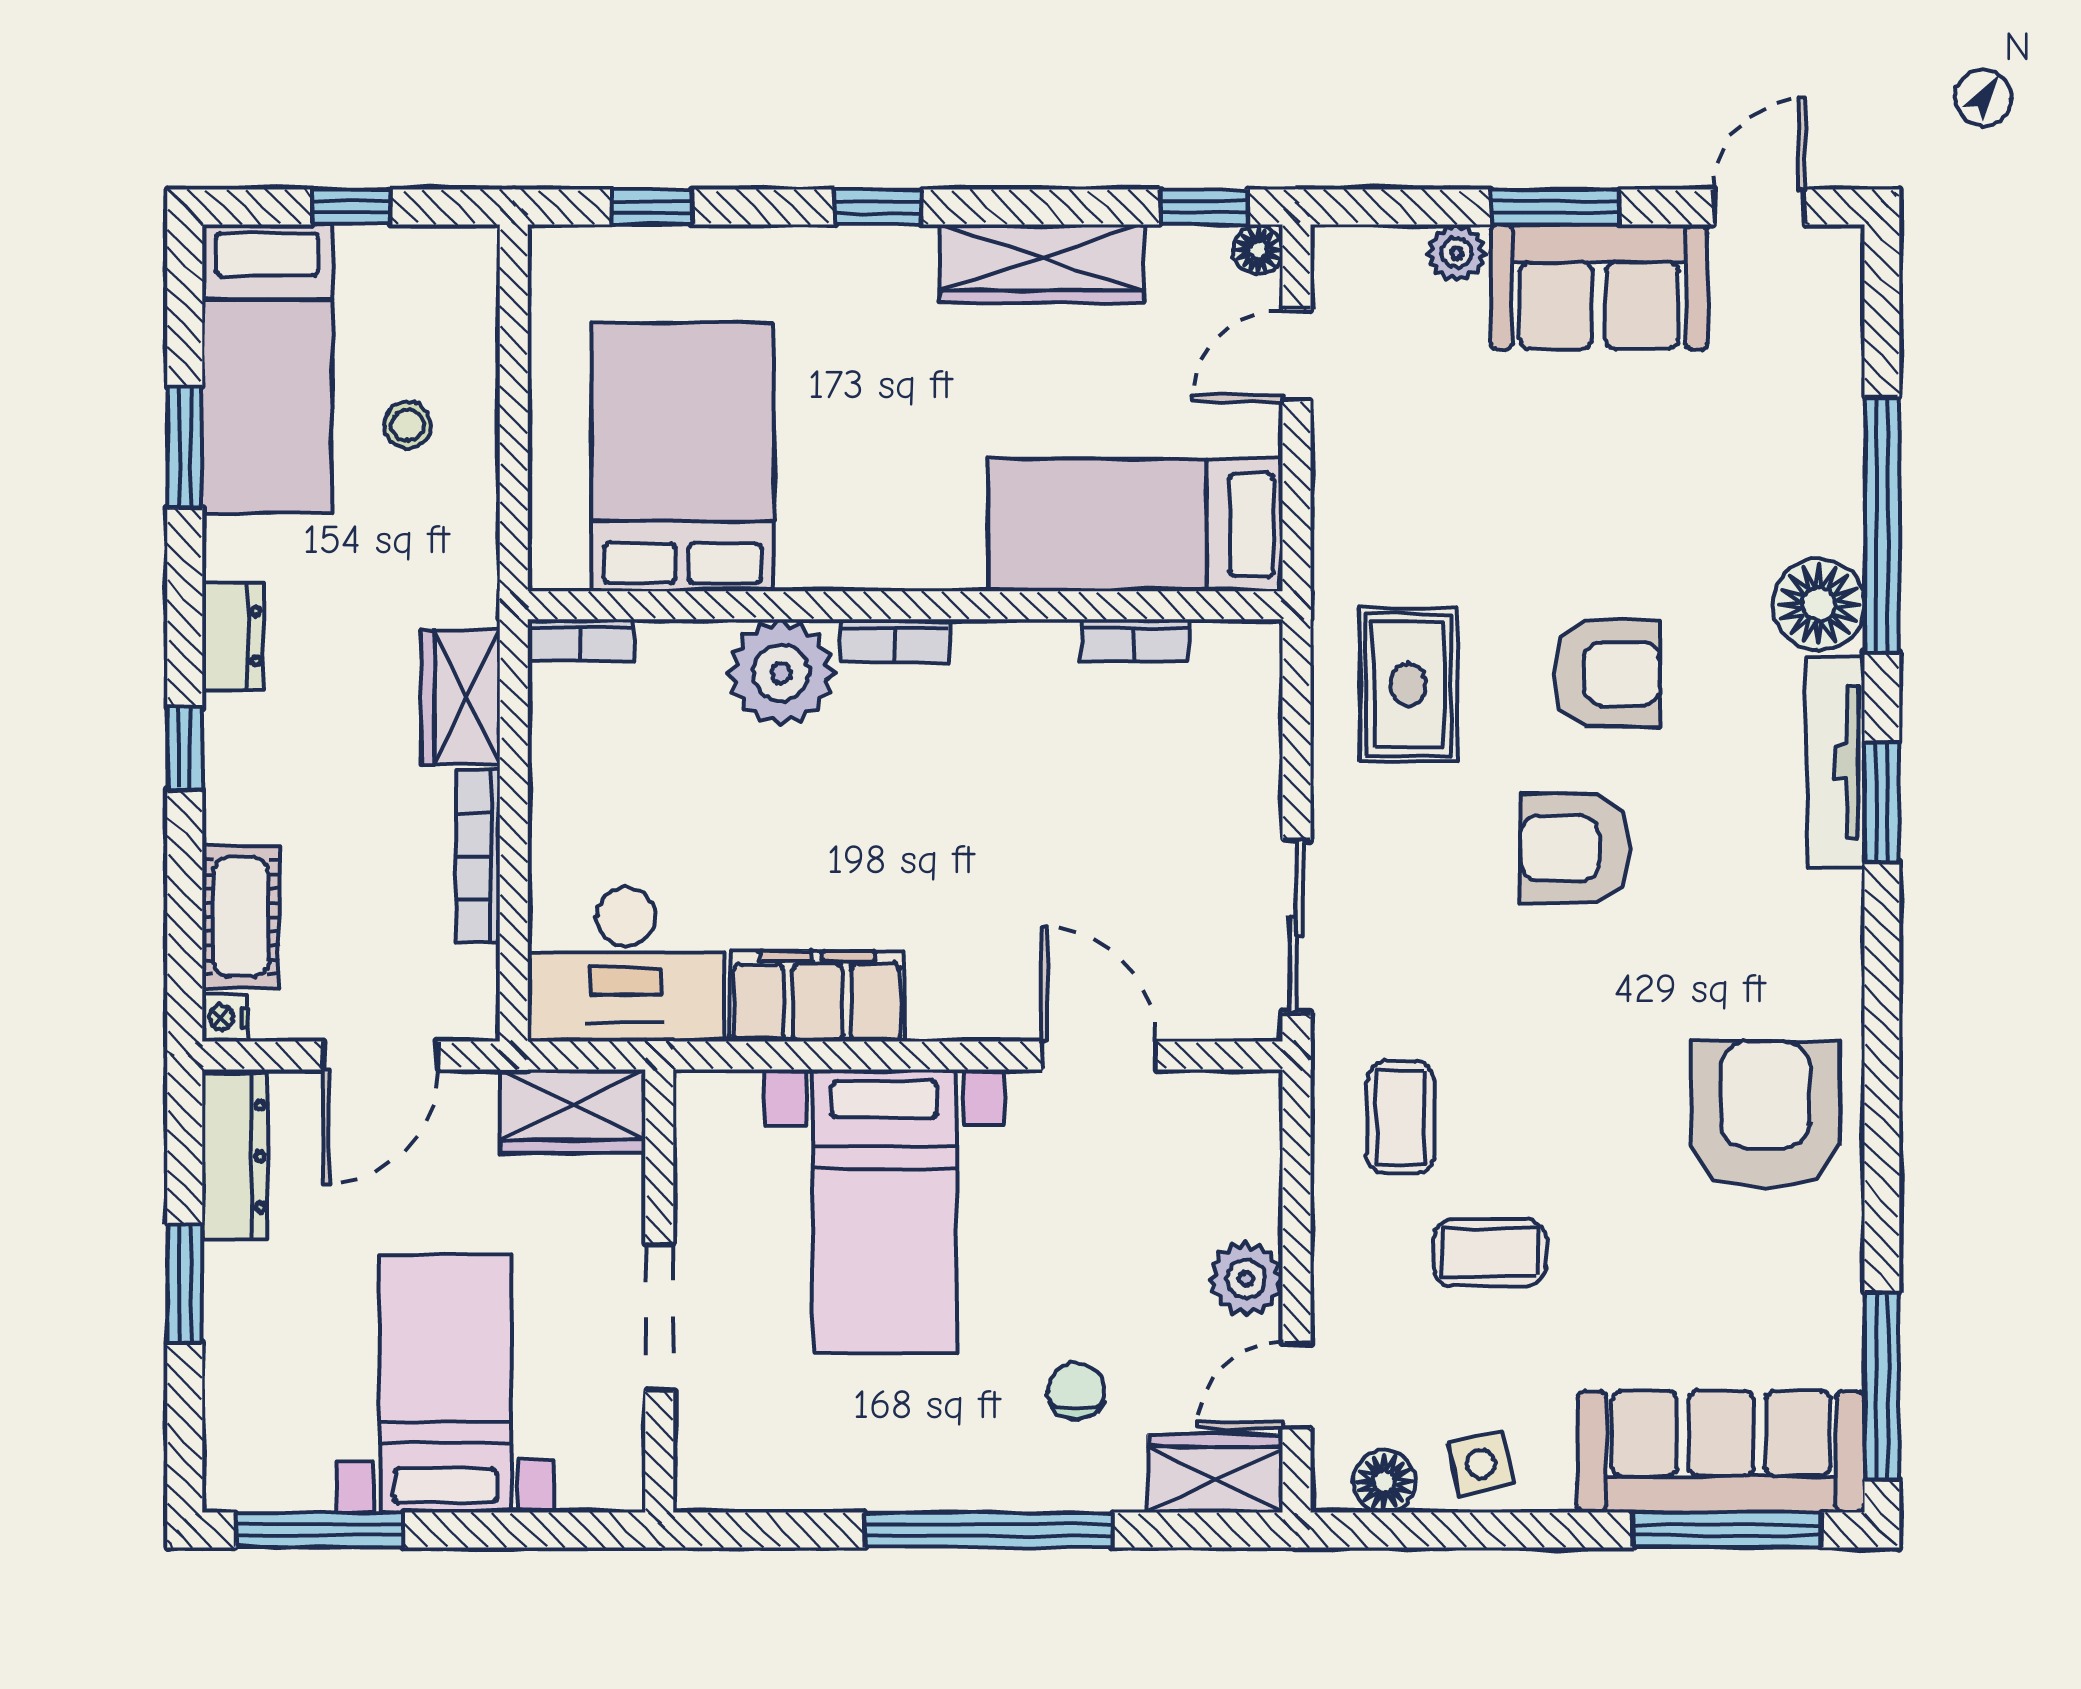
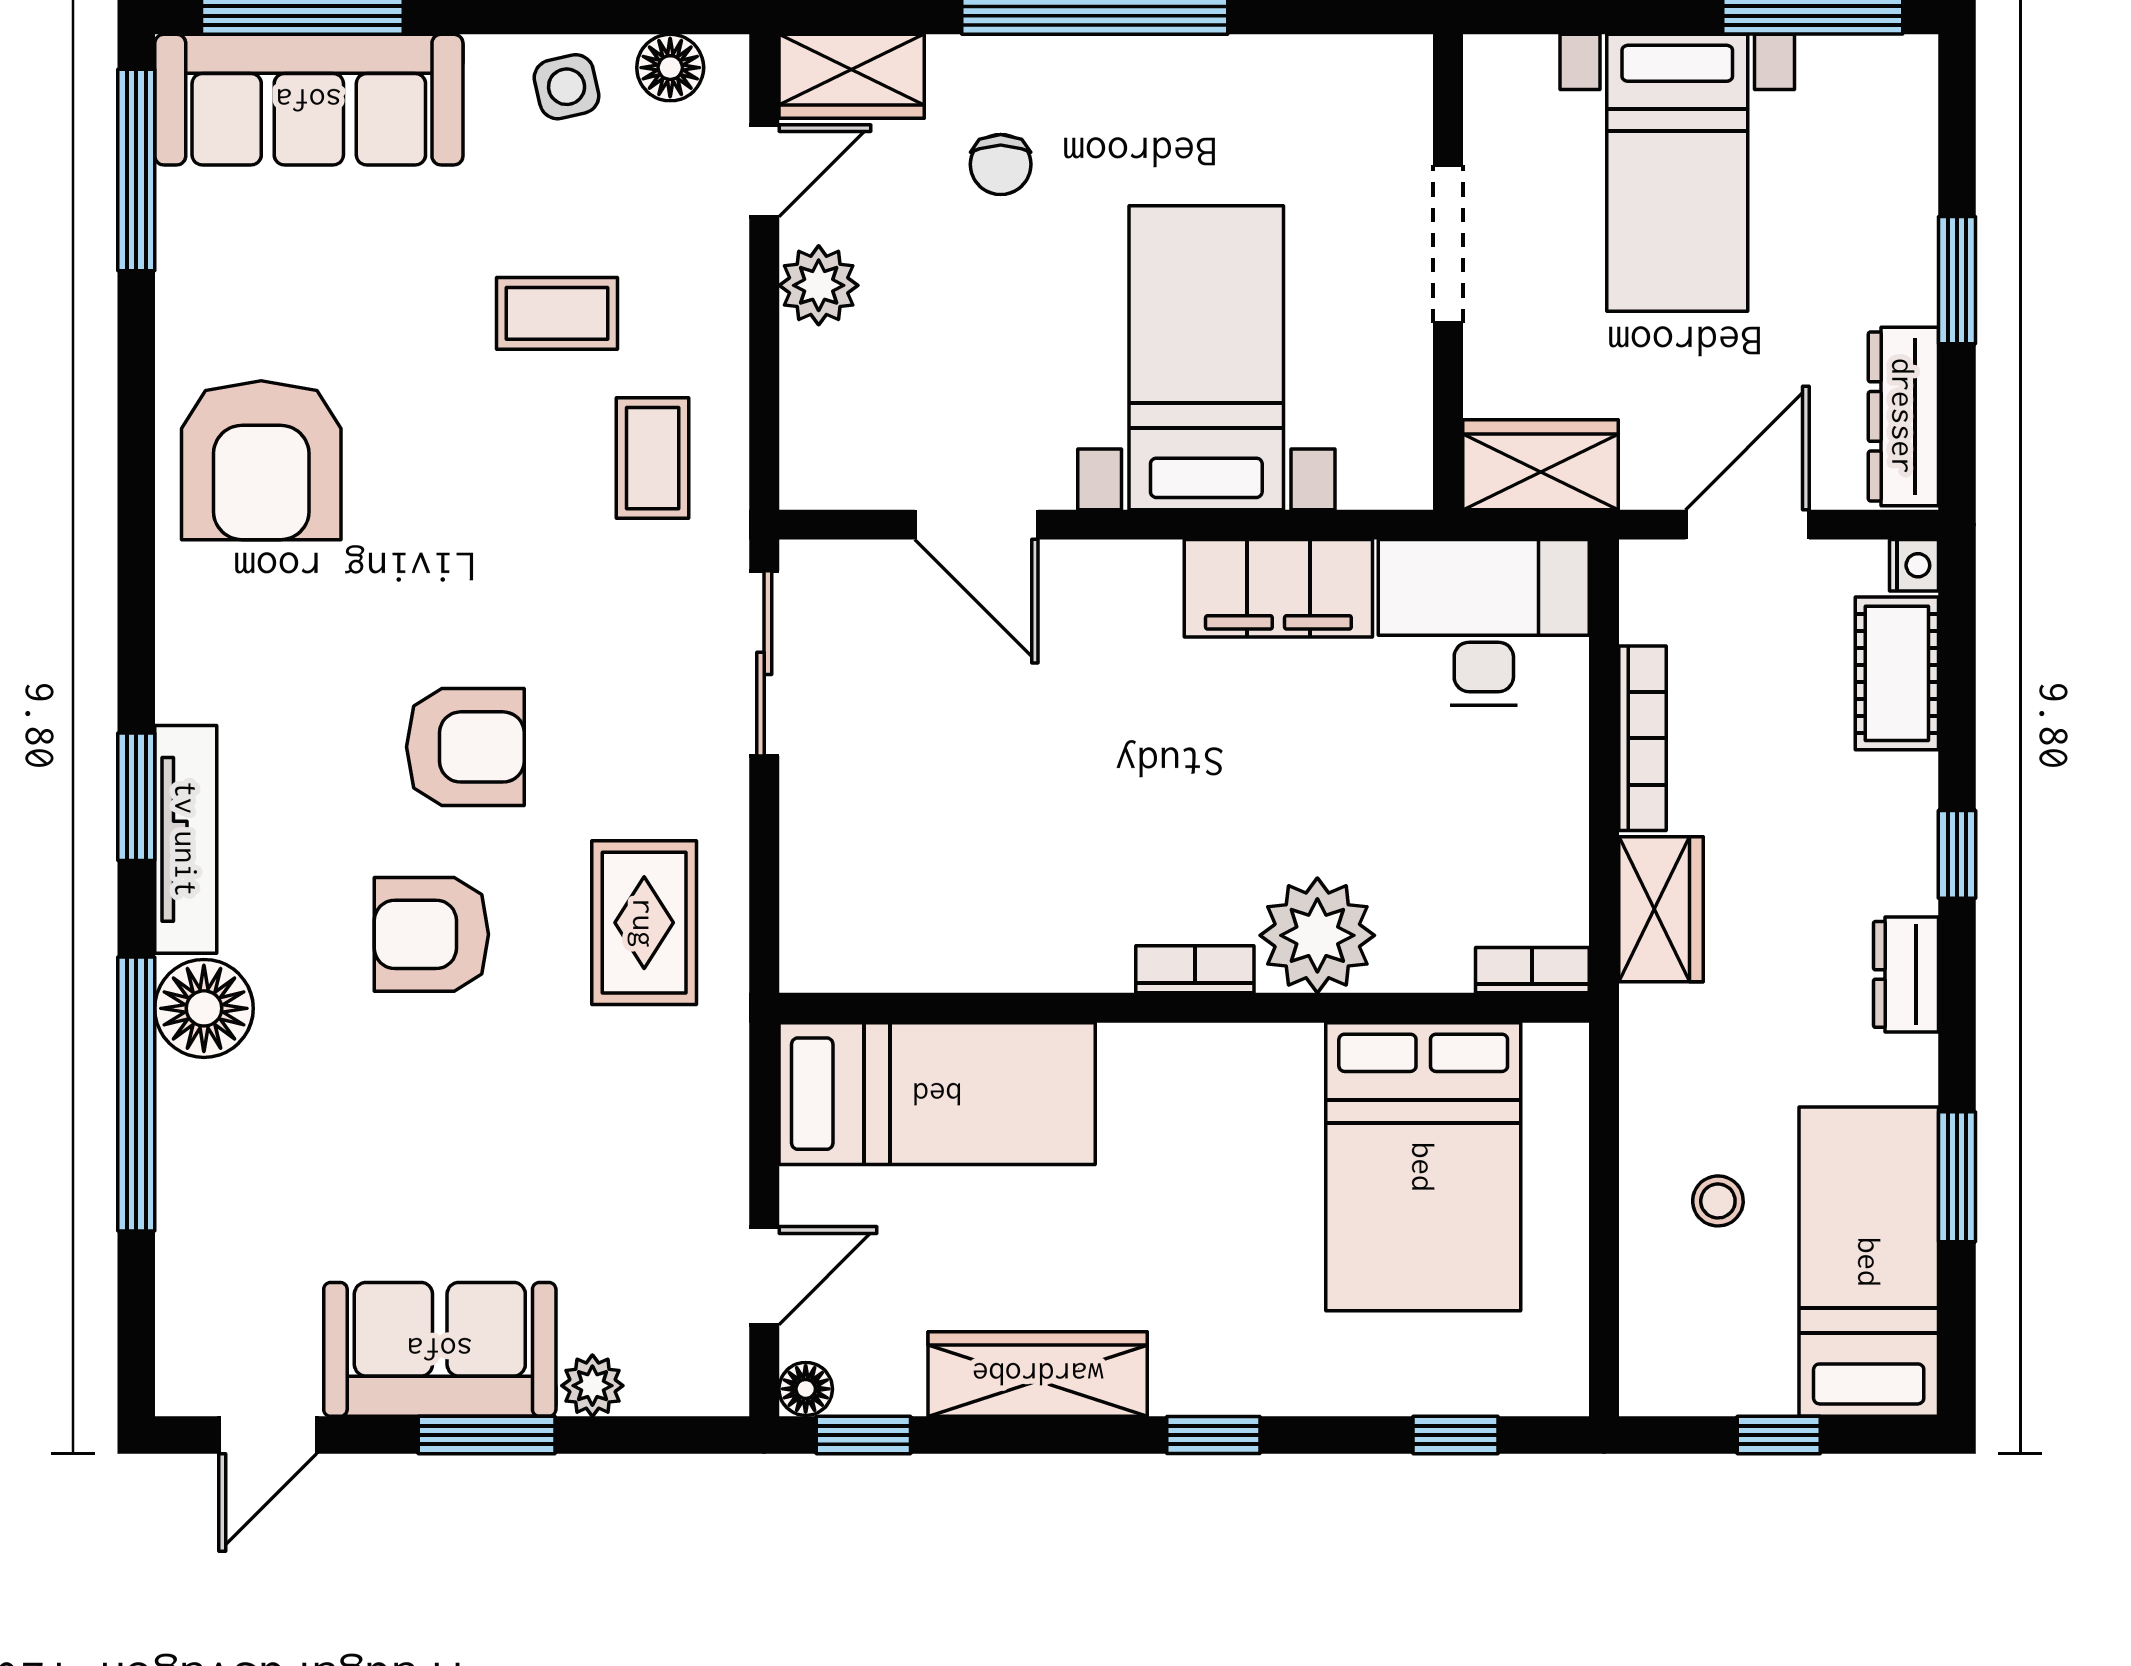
bookcase: (1135, 641) -> (938, 970), removed

